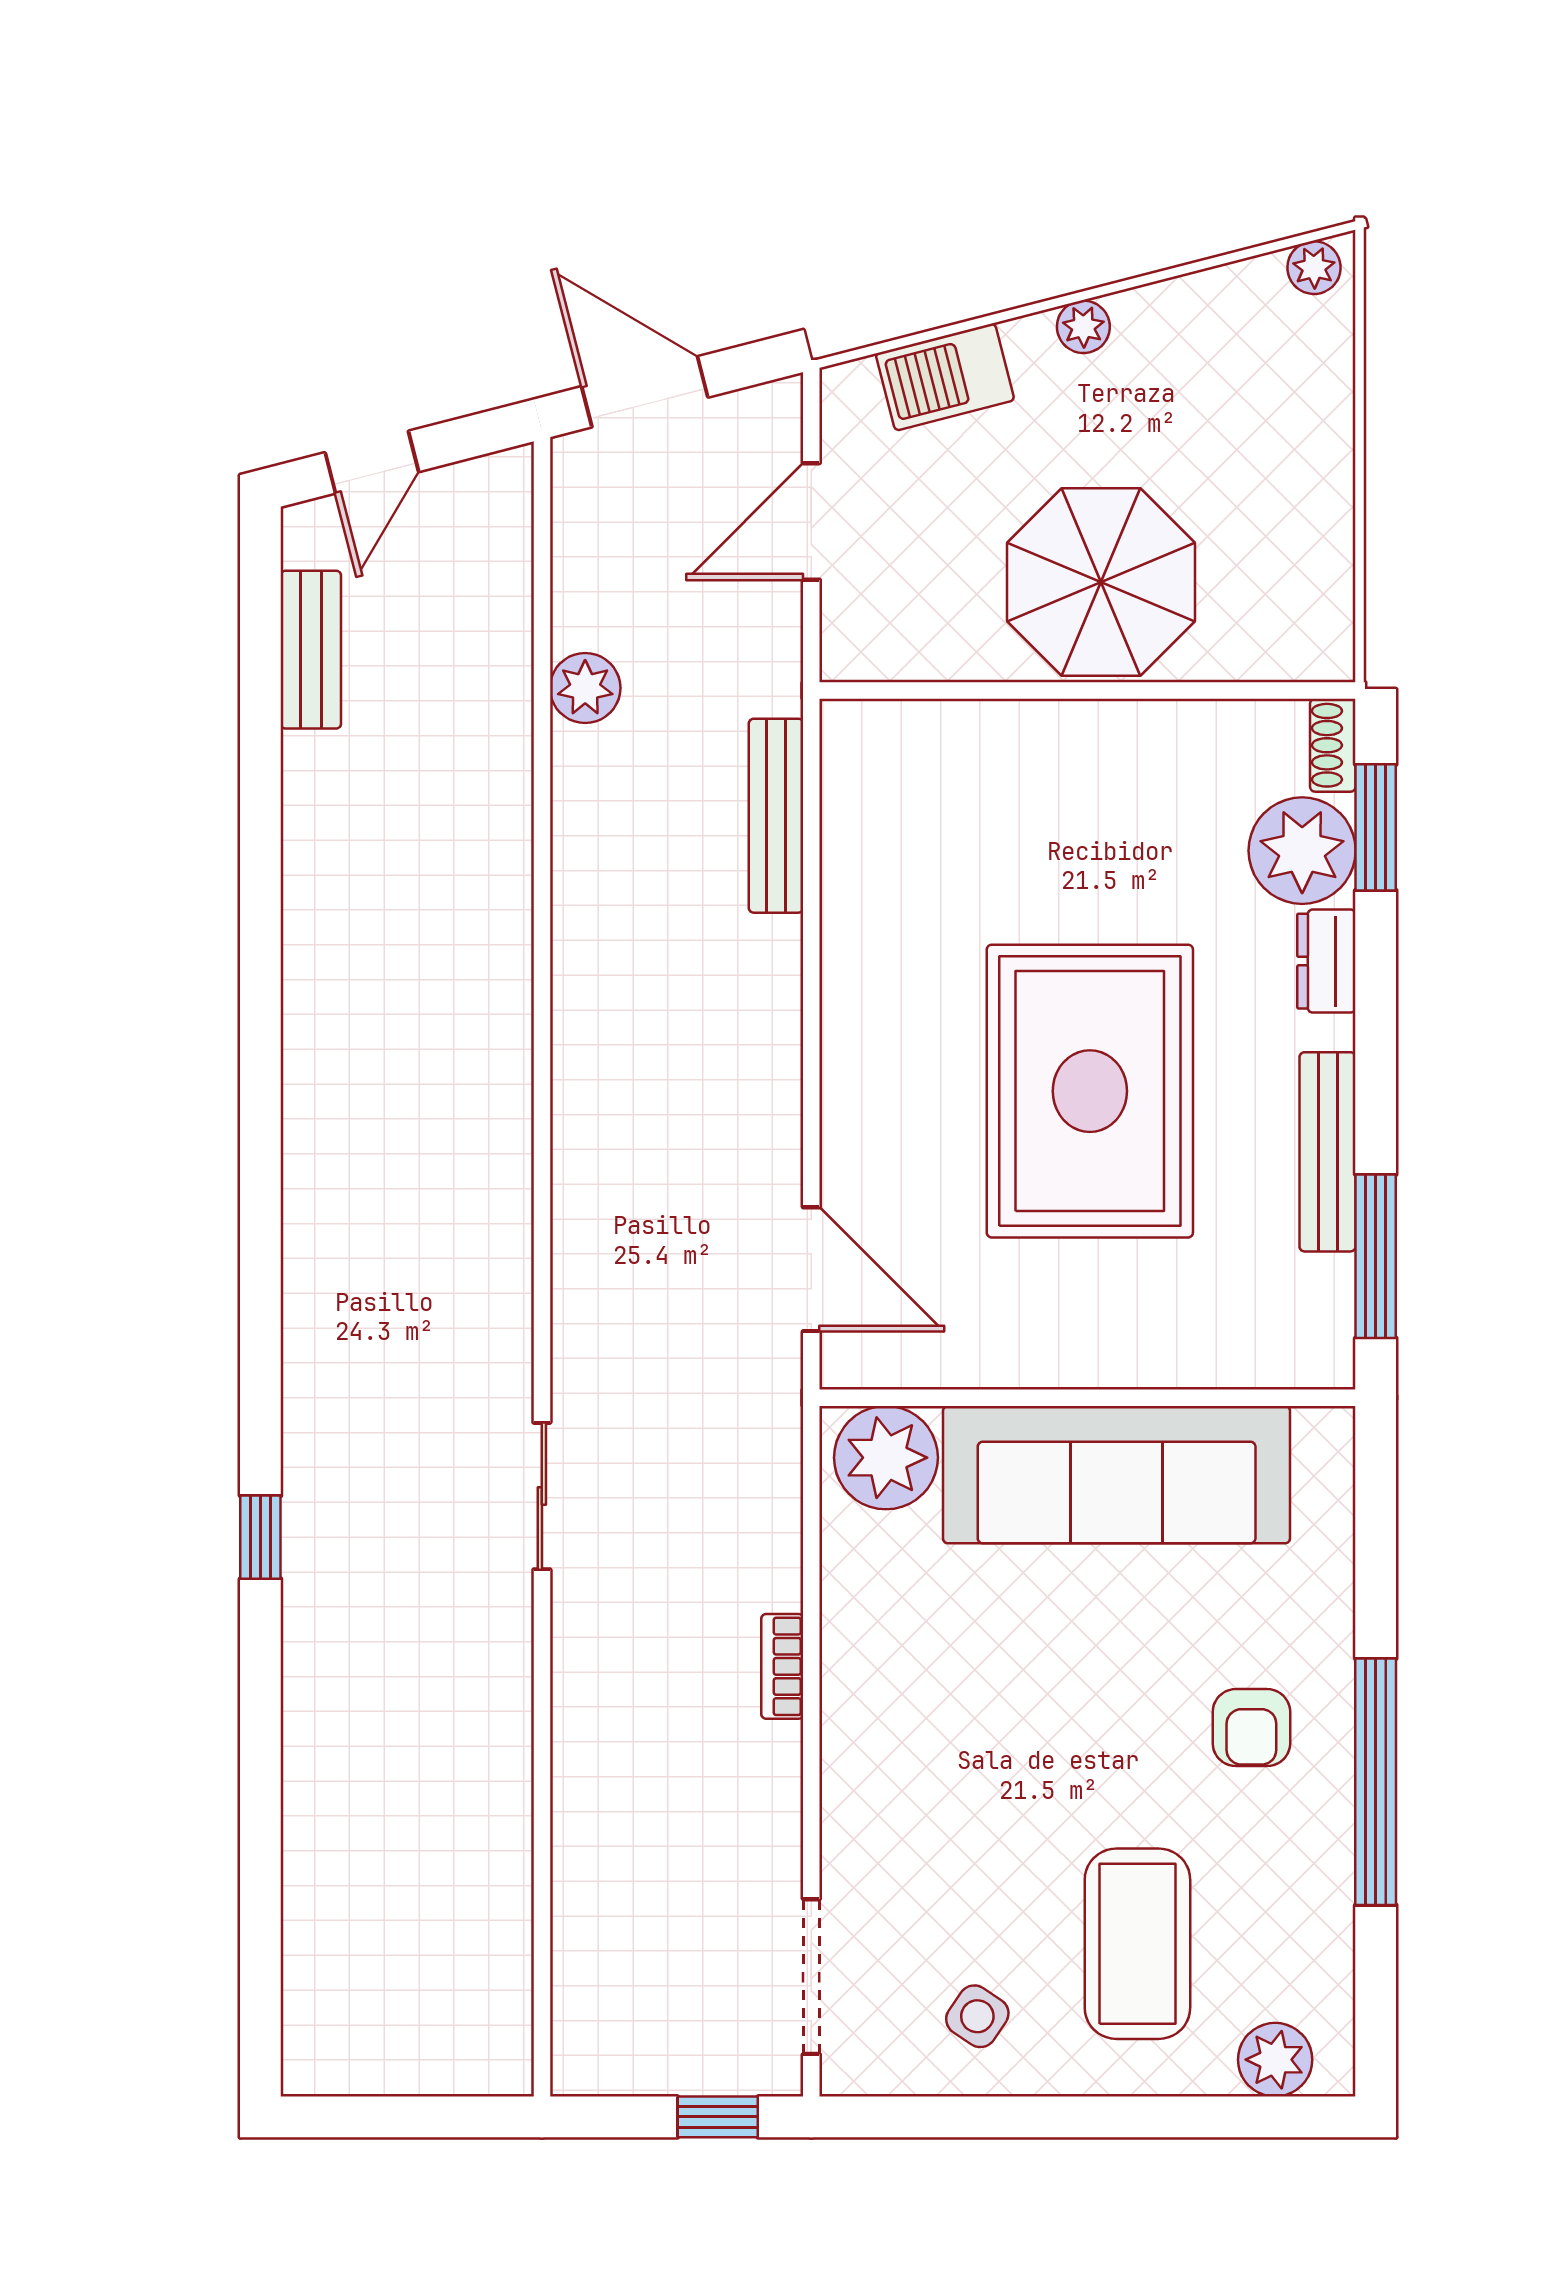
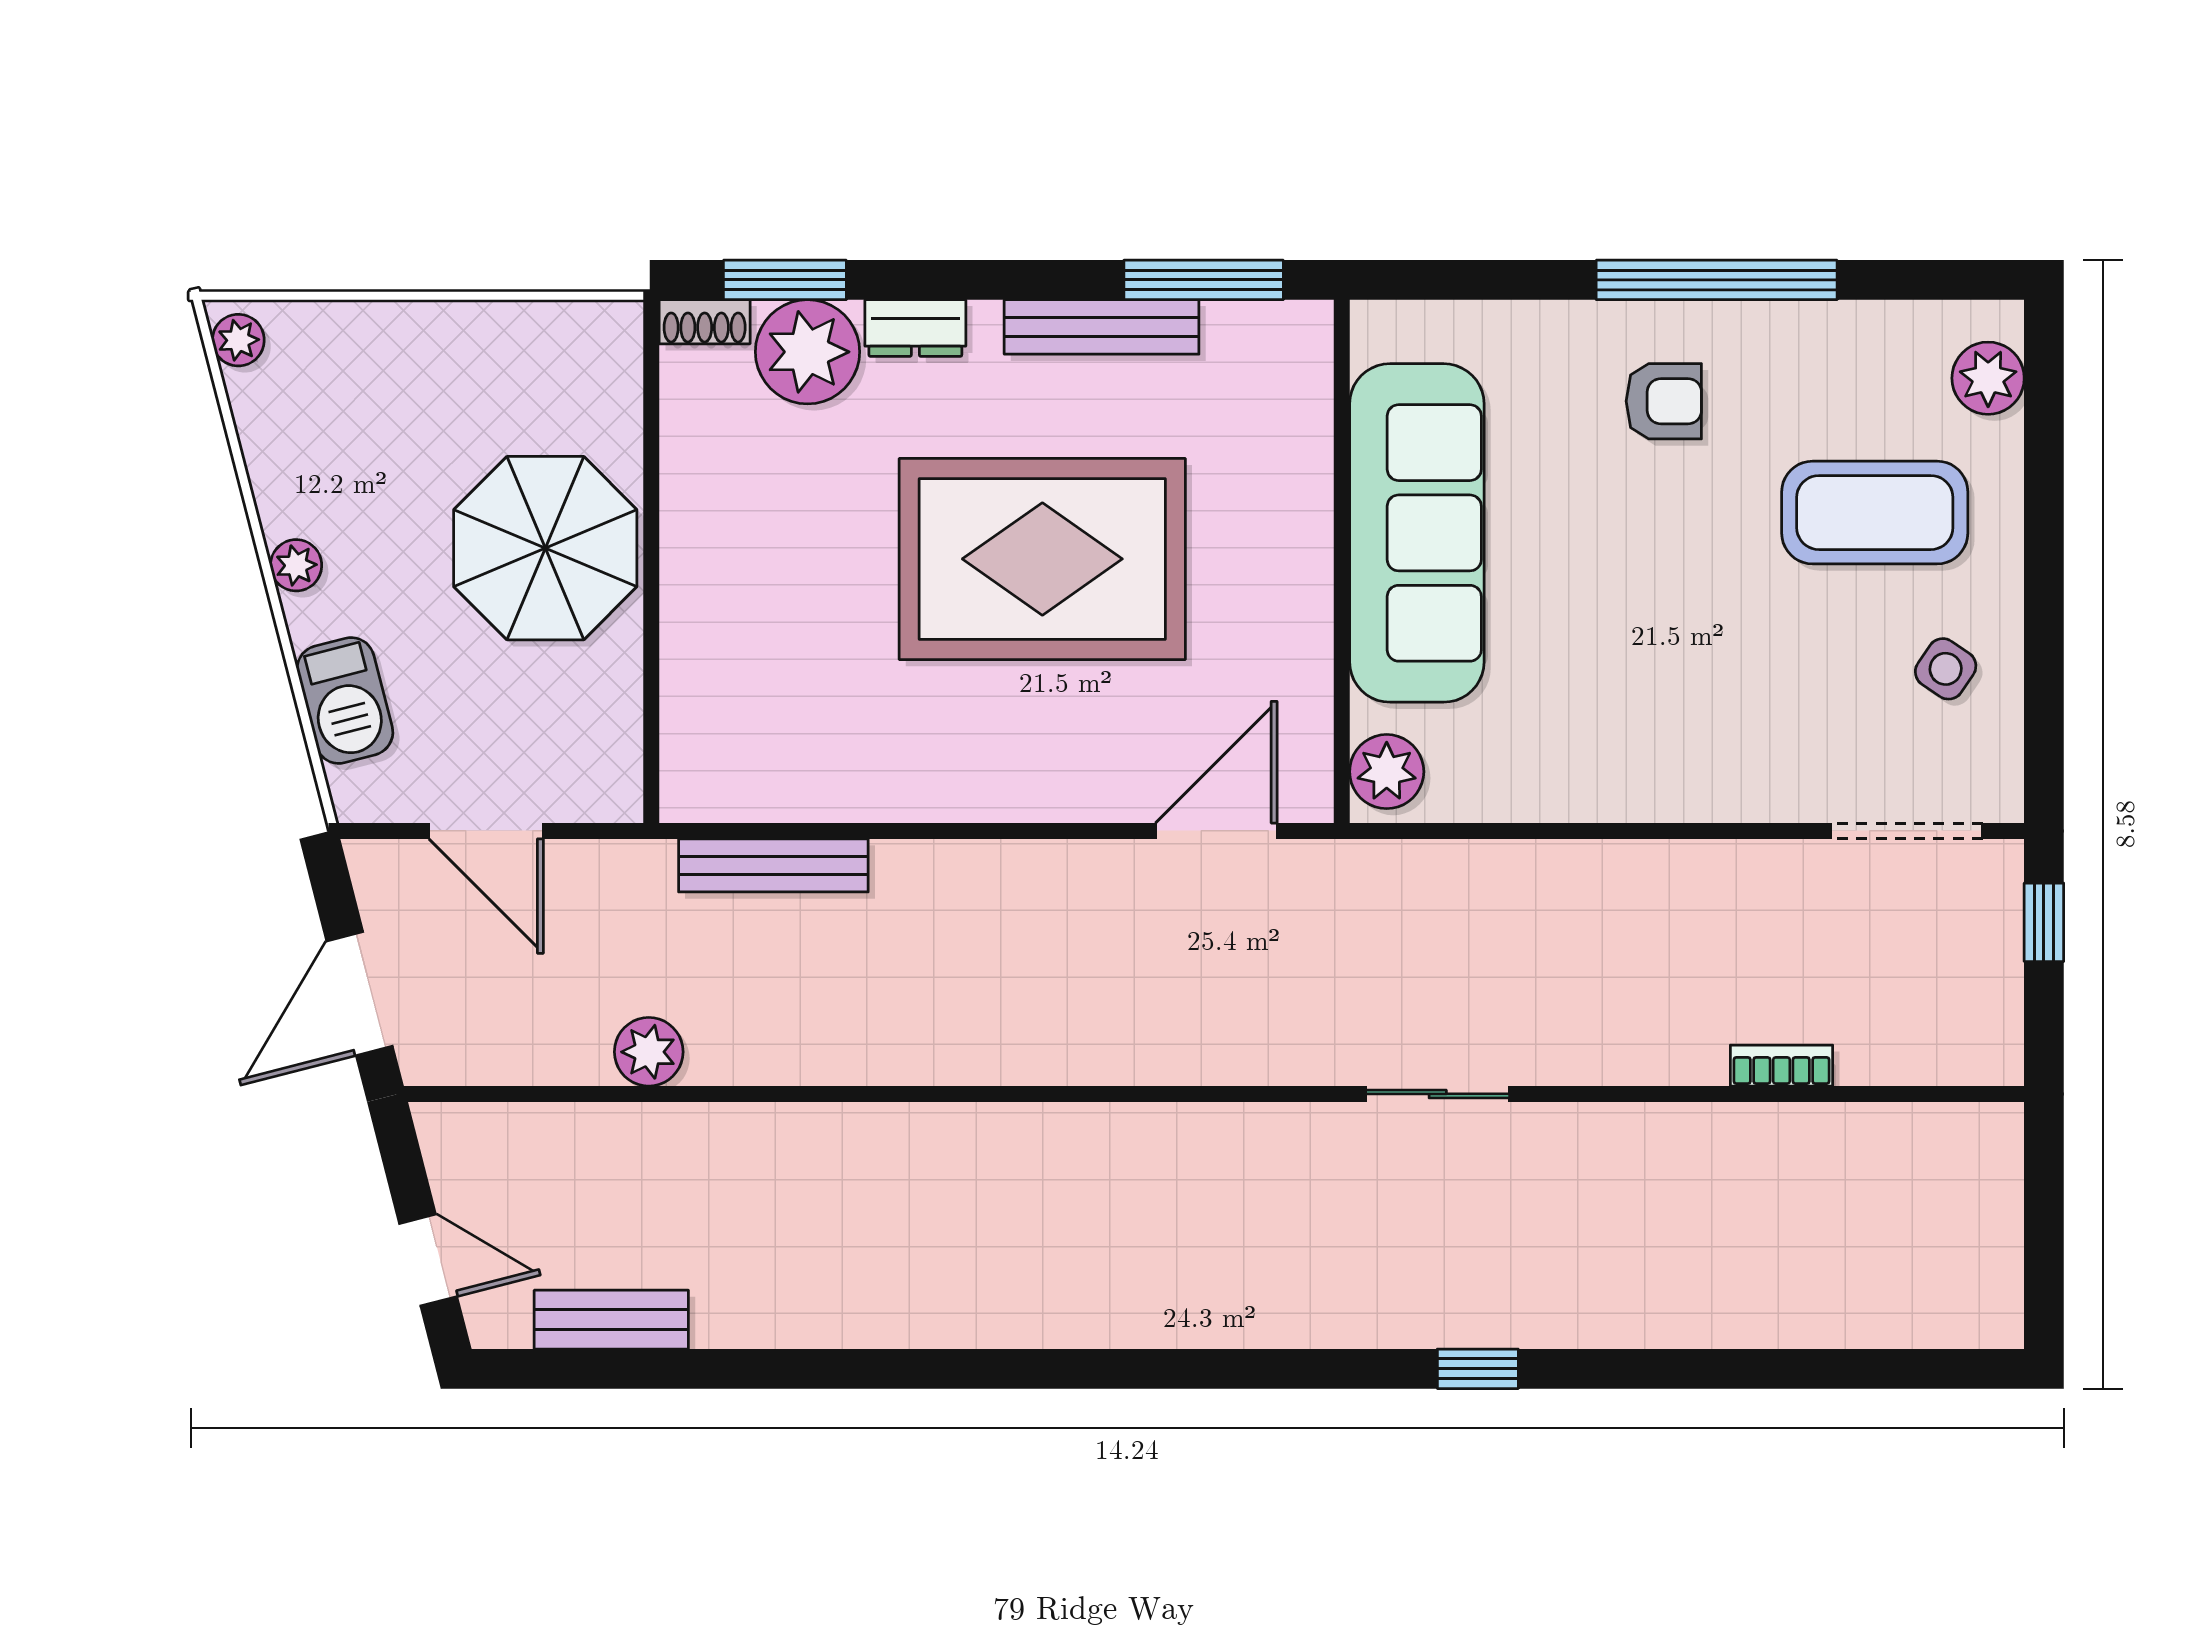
plant: (886, 1458) -> (1387, 772), width x0.73, depth x0.73
bookcase: (782, 1666) -> (1781, 1066), moved, turned 180

